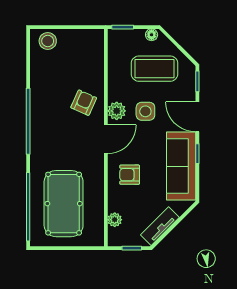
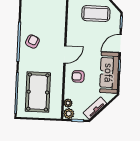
armchair: (84, 103) -> (32, 42), moved
plant: (117, 111) -> (69, 114), moved
side table: (145, 111) -> (89, 39), removed
door: (197, 117) -> (120, 44), hinge flipped

